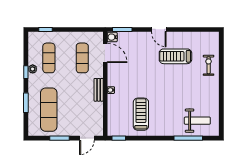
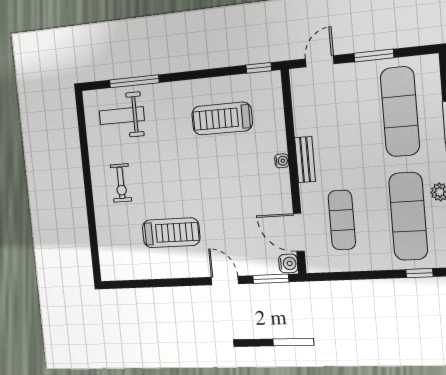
door: (159, 29) -> (225, 281), moved
exercise mat: (49, 58) -> (408, 216), width x1.36, depth x1.45
exercise bike: (209, 65) -> (121, 183), moved
treadmill: (141, 114) -> (222, 119), turned 90

